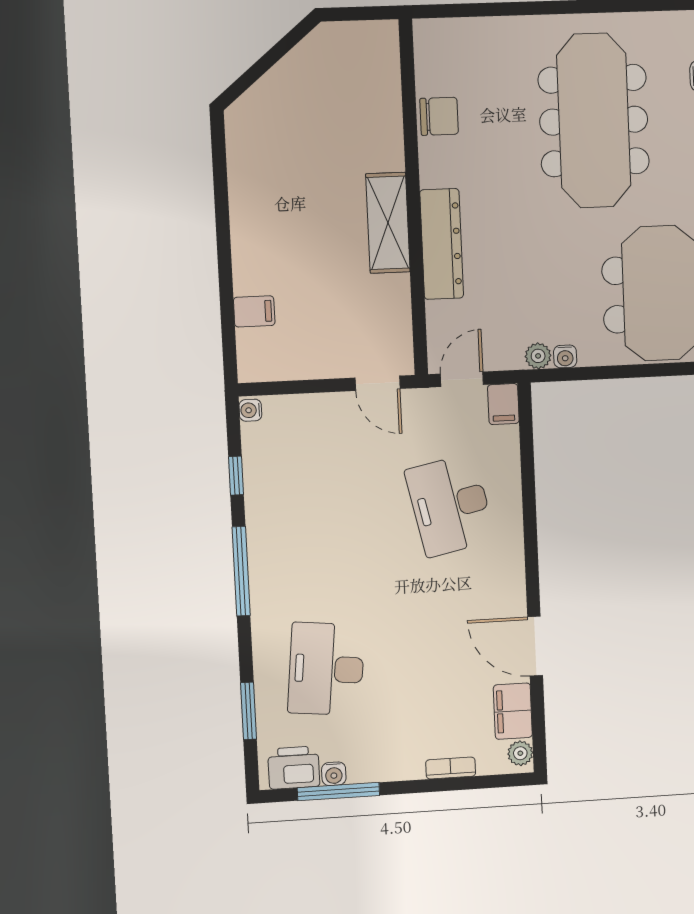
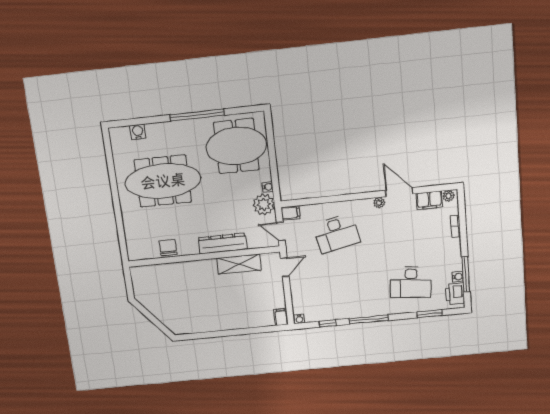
shelving: (388, 223) -> (239, 264), moved
filing cabinet: (254, 311) -> (281, 317), moved
plant: (538, 356) -> (264, 204), width x1.88, depth x1.88
plant: (514, 602) -> (379, 203), added
door: (535, 646) -> (399, 192), swing flipped

